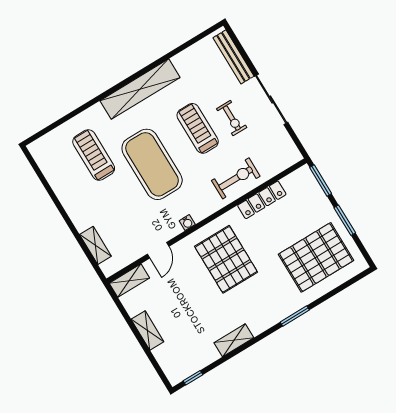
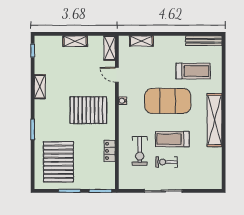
bench: (233, 57) -> (204, 41), moved
treadmill: (198, 128) -> (172, 139), turned 180
exercise bike: (236, 178) -> (140, 151), moved
locker: (262, 200) -> (110, 151), width x0.66

